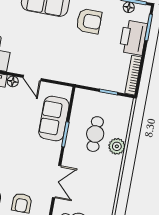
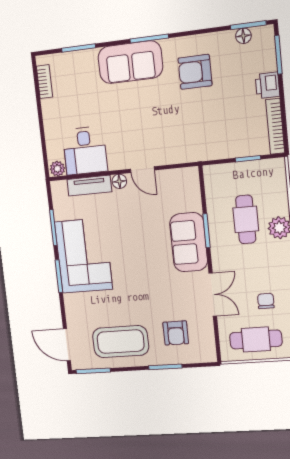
armchair: (89, 21) -> (195, 72), turned 180
printer: (133, 38) -> (267, 85), width x0.53, depth x0.68
sofa: (54, 119) -> (189, 242), moved
chair: (93, 196) -> (266, 301), added

